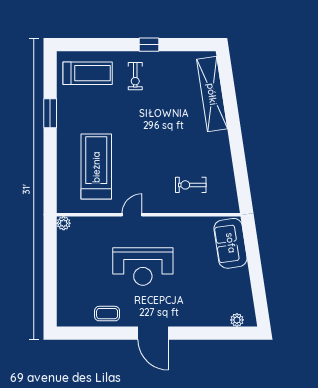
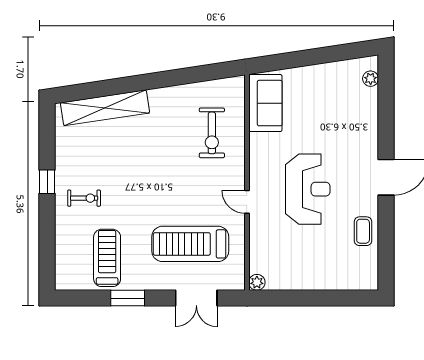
treadmill: (88, 73) -> (107, 258), moved
double door: (50, 172) -> (196, 298), added
exercise bike: (191, 185) -> (212, 133), width x1.38, depth x1.39
sofa: (231, 243) -> (265, 103), moved, turned -81

